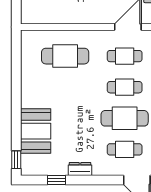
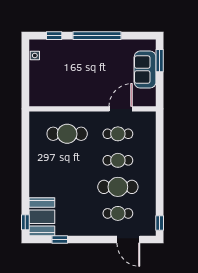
booth: (36, 131) -> (42, 217), moved
dresser: (80, 169) -> (80, 230), removed

